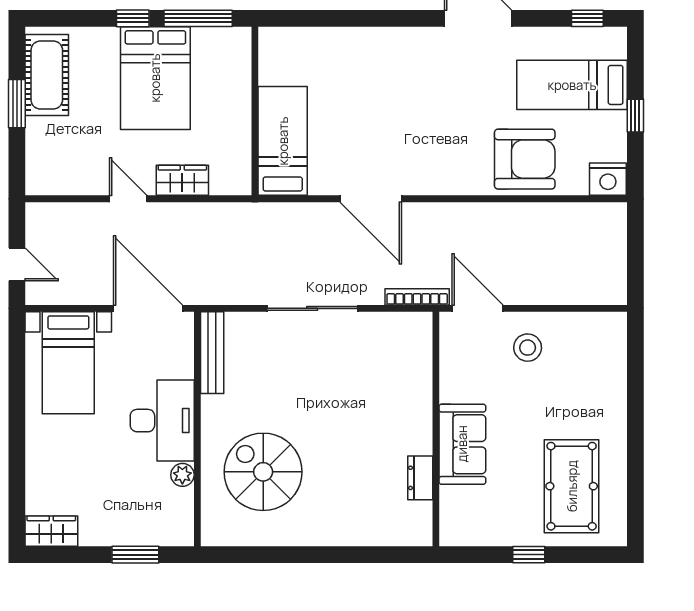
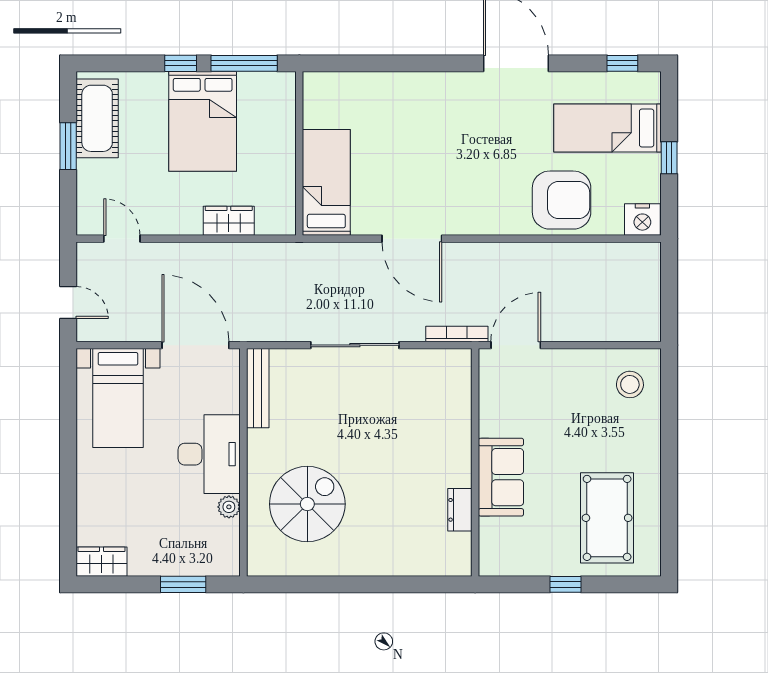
door: (128, 199) -> (122, 239), moved
door: (478, 308) -> (516, 345), hinge flipped
stool: (528, 348) -> (630, 384), moved
spiral stairs: (263, 472) -> (307, 504), turned 90

